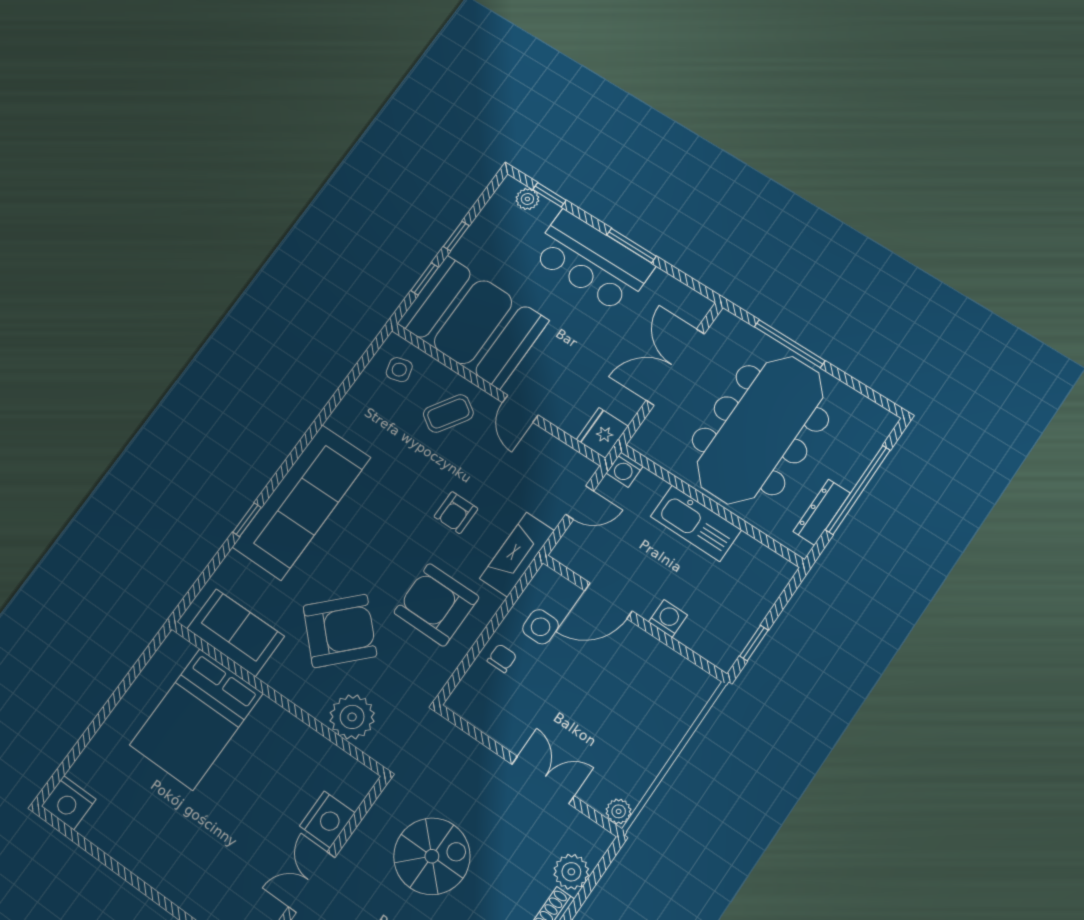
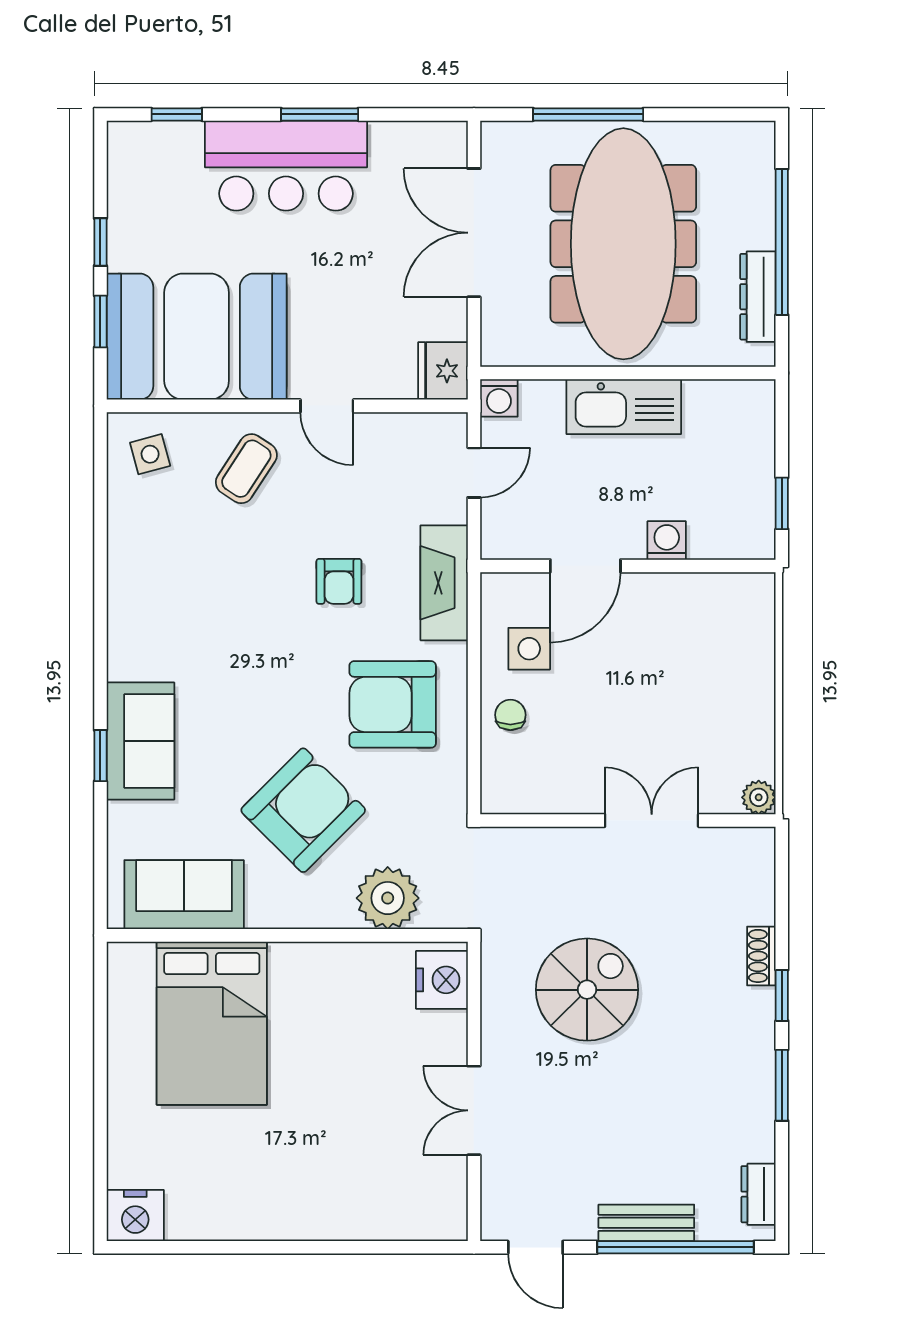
plant: (527, 199) -> (154, 137), removed
sofa: (302, 502) -> (140, 741), width x0.54, depth x0.79
nightstand: (327, 819) -> (442, 980), moved
plant: (571, 872) -> (752, 900), removed

